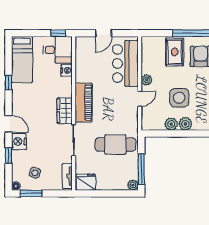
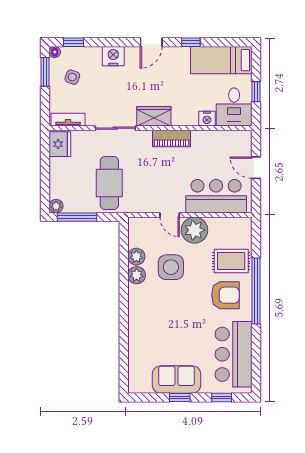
window: (58, 33) -> (256, 92), moved
plant: (146, 80) -> (194, 230), width x1.88, depth x1.88
piano: (84, 103) -> (171, 138), width x0.73, depth x0.75
door: (8, 124) -> (151, 42), moved
window: (8, 156) -> (73, 42), moved

